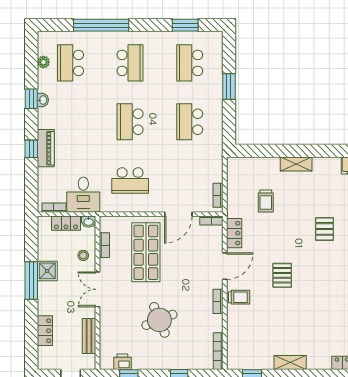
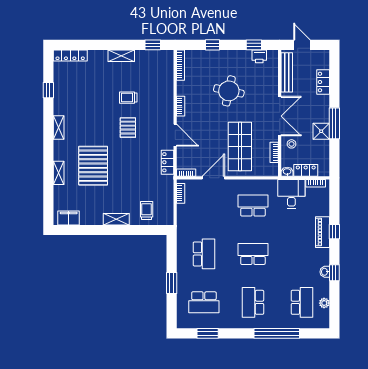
school desk: (190, 63) -> (204, 302), turned 90
school desk: (130, 122) -> (253, 254), turned -90
trolley: (266, 201) -> (147, 210), moved
pallet: (324, 229) -> (93, 166), width x2.05, depth x2.00
door: (225, 266) -> (175, 135), swing flipped
double door: (98, 289) -> (280, 116), width x1.37
trolley: (239, 297) -> (128, 98), moved
round table: (159, 320) -> (229, 91), turned 34
bench: (89, 336) -> (287, 72), width x1.36

